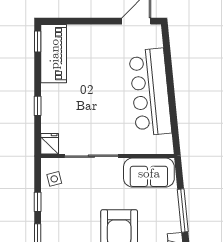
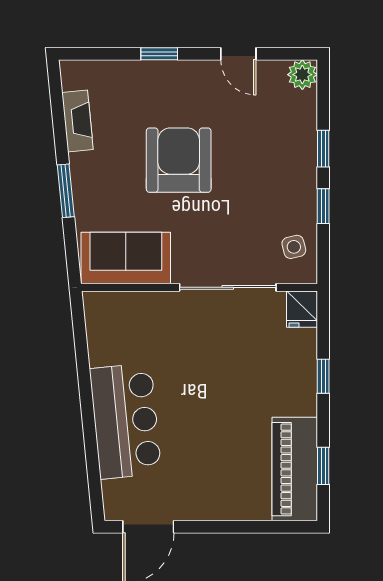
window: (38, 42) -> (323, 466), moved
bar counter: (150, 92) -> (125, 421), width x0.73
window: (183, 210) -> (66, 191), width x0.69

